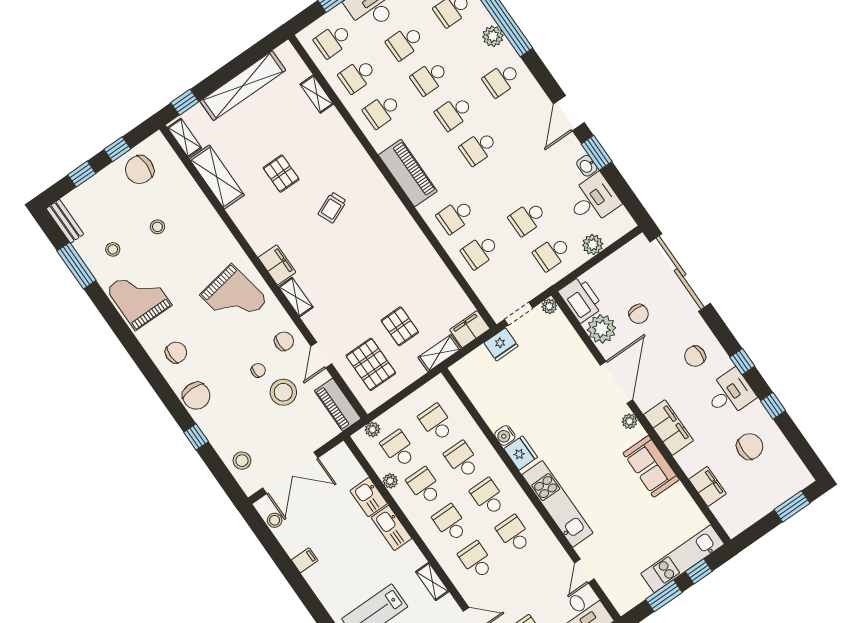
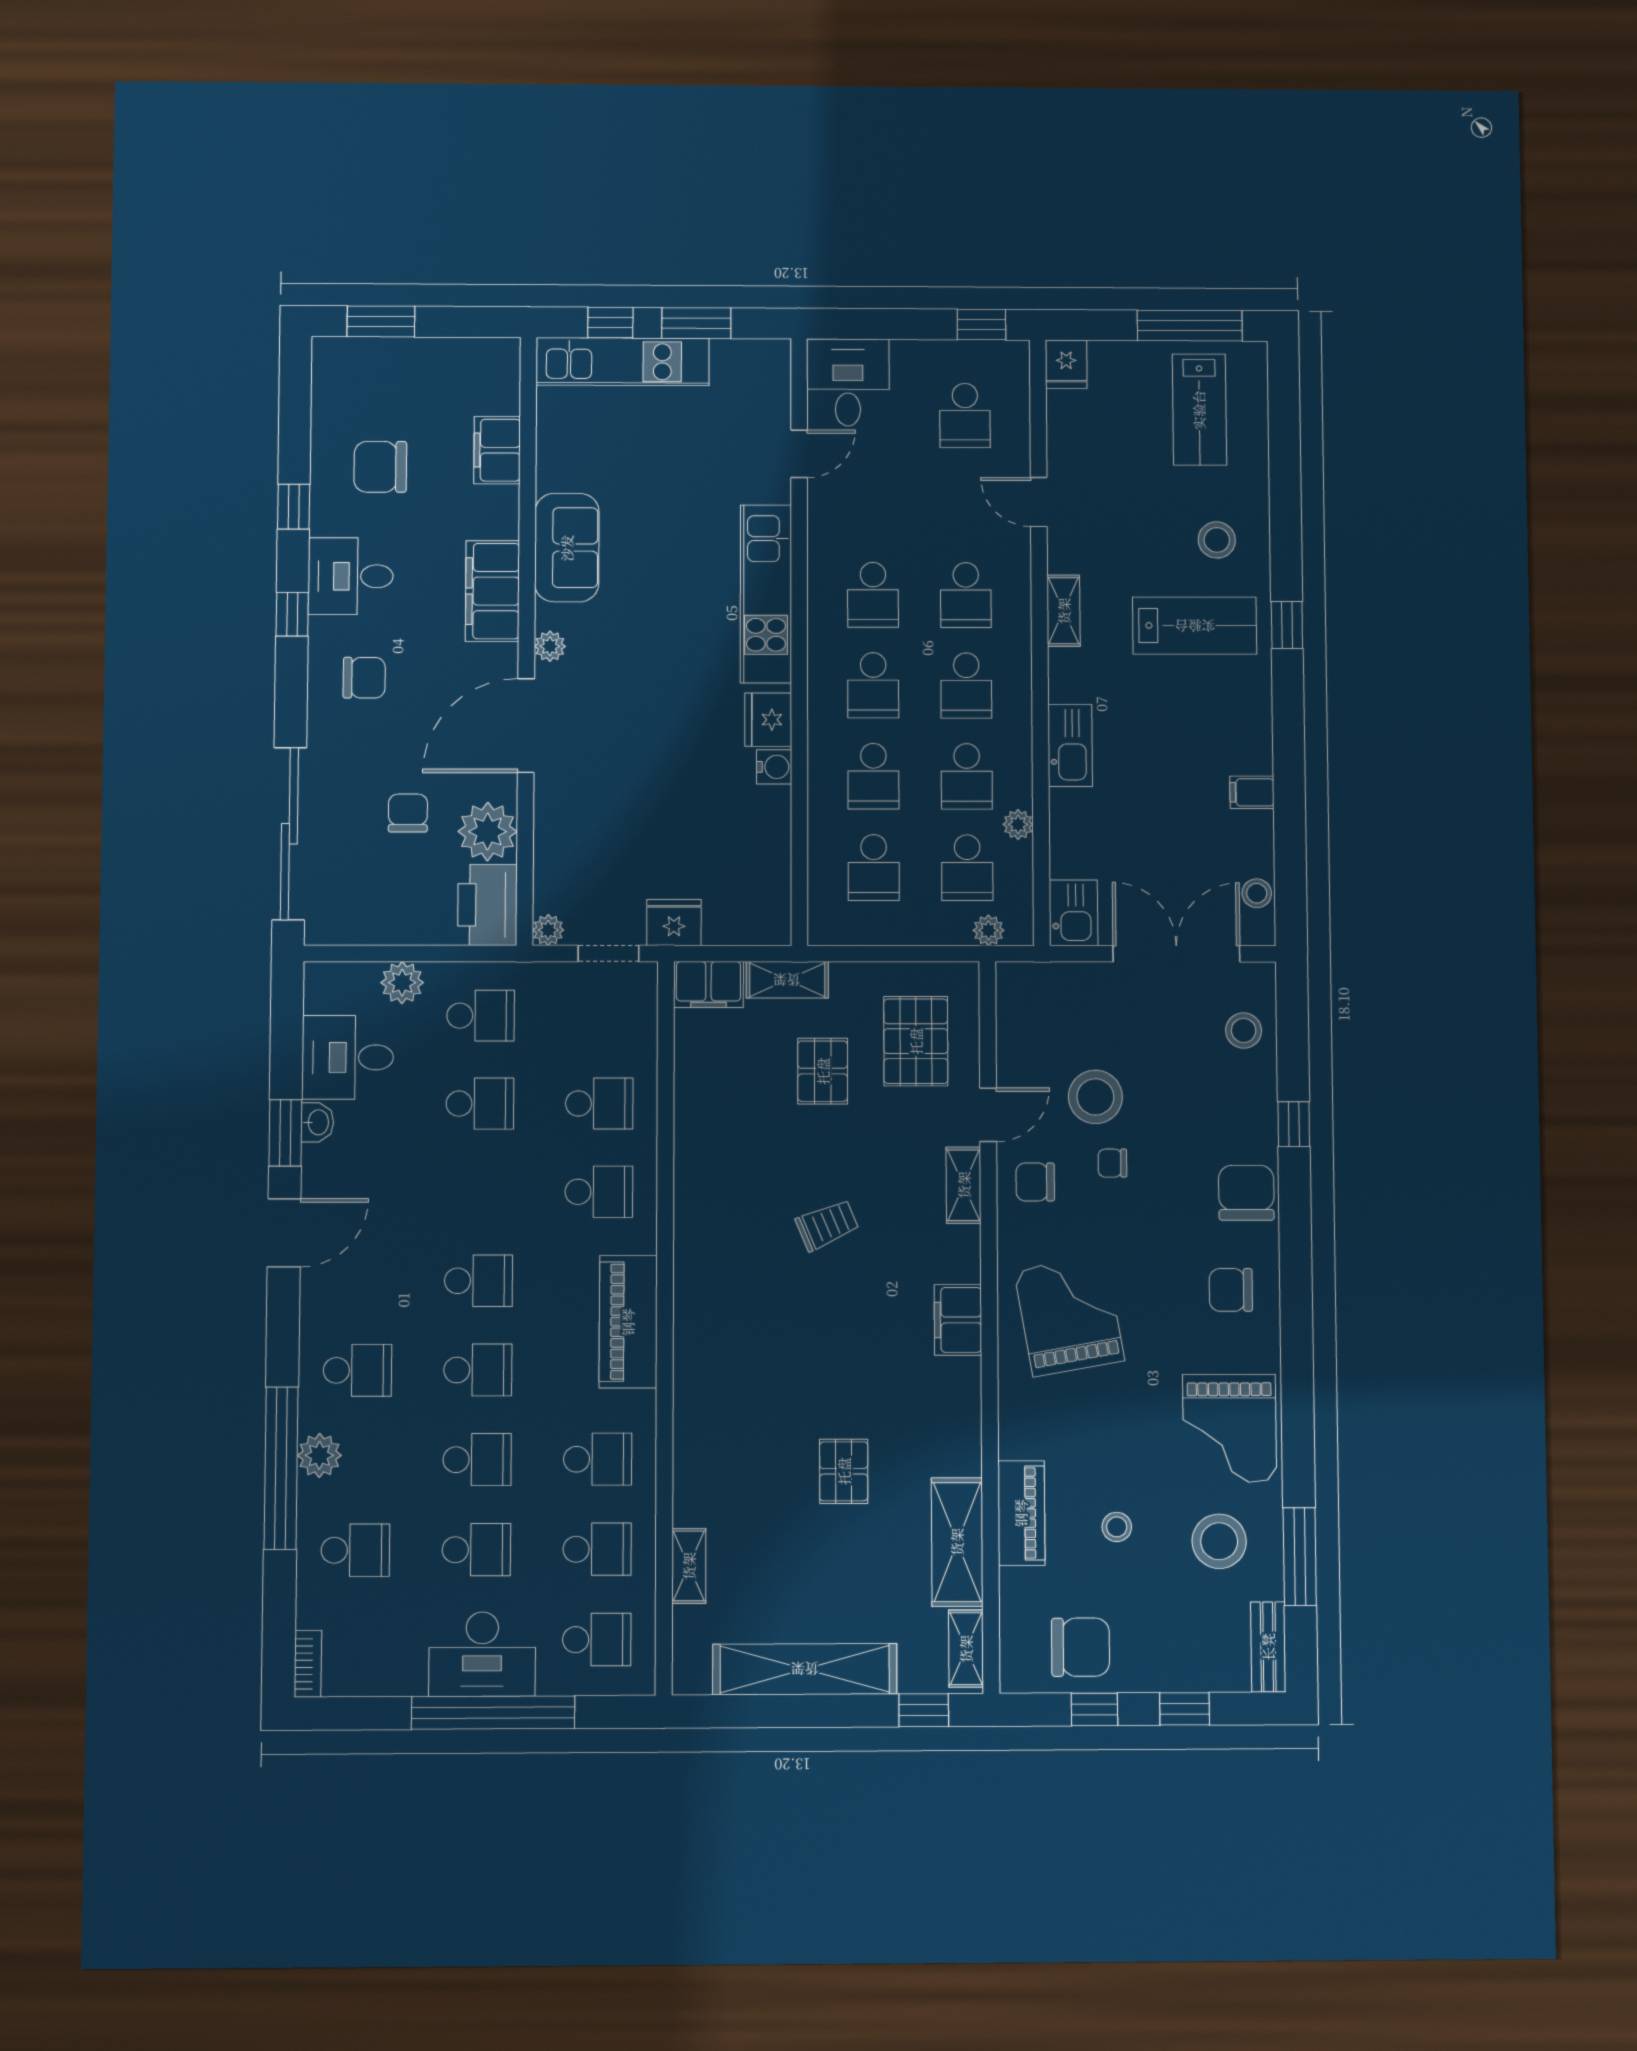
trolley: (332, 208) -> (827, 1225), moved
stool: (113, 249) -> (1219, 1541), width x1.89, depth x1.89
shelving: (296, 297) -> (964, 1185), moved
piano: (338, 405) -> (1021, 1513), moved
kitchen sink: (369, 497) -> (1073, 913), moved

